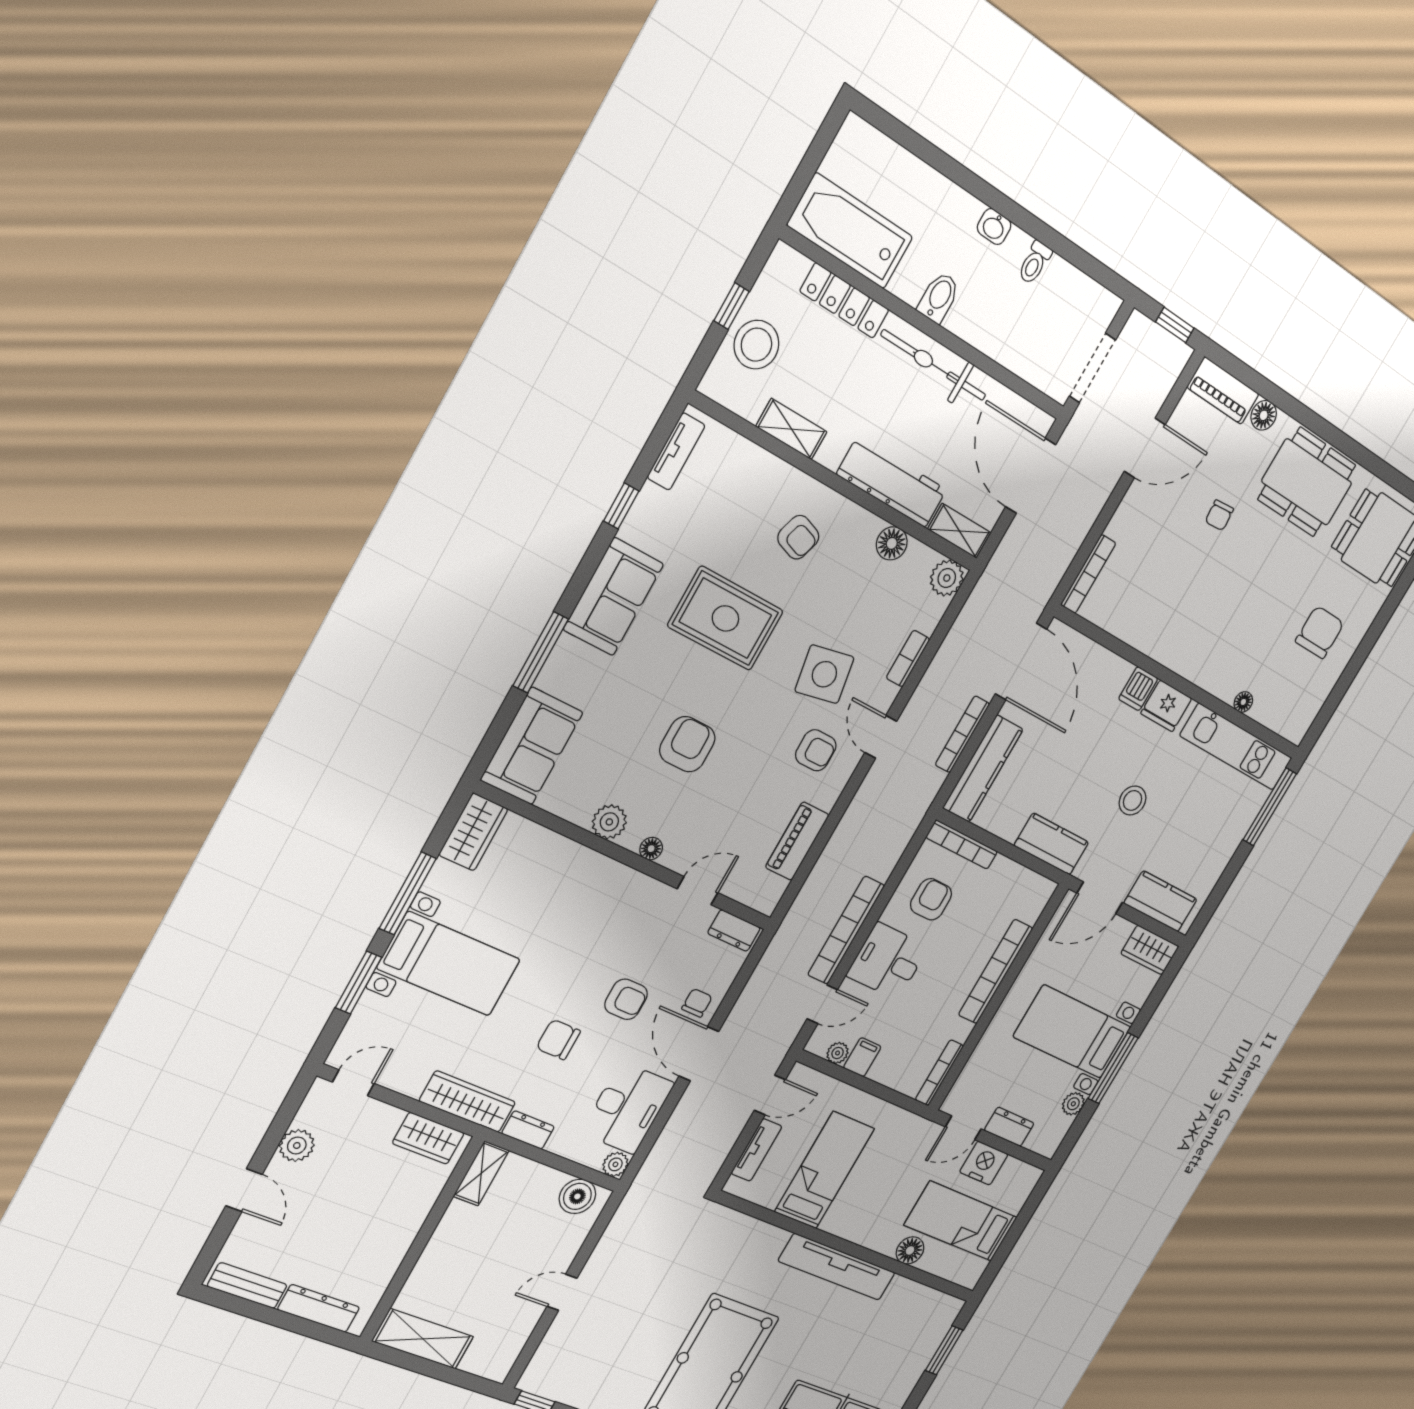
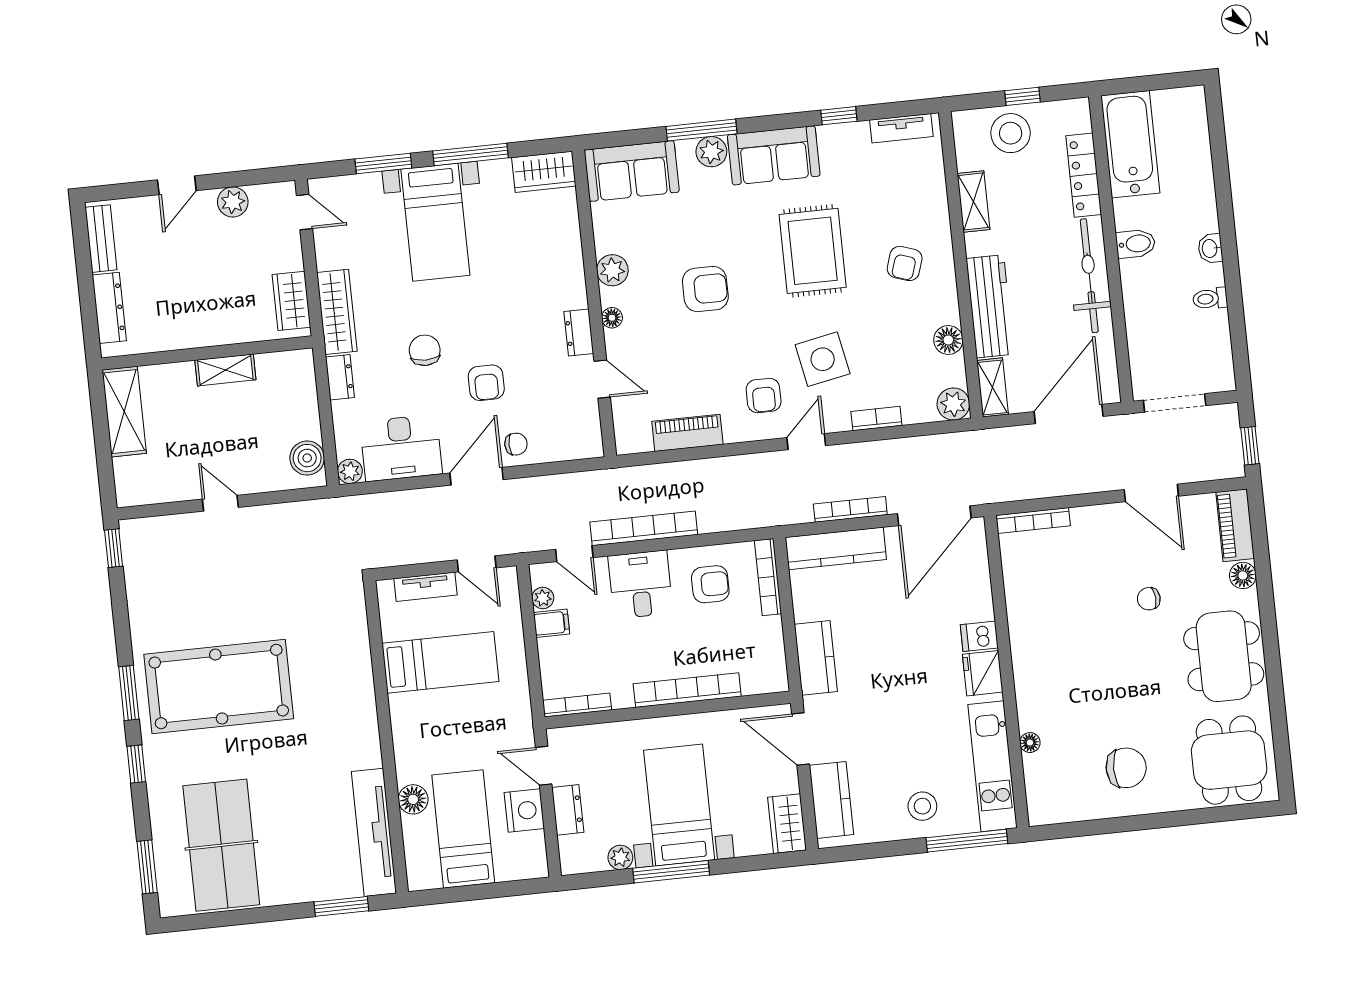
plant: (568, 656) -> (711, 152), added
stool: (1133, 800) -> (922, 806), moved
dresser: (734, 931) -> (579, 333), moved
shelving: (481, 1173) -> (225, 370), moved
tv unit: (837, 1267) -> (374, 832), moved

